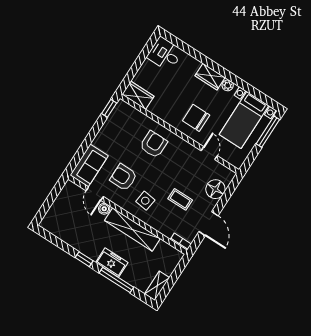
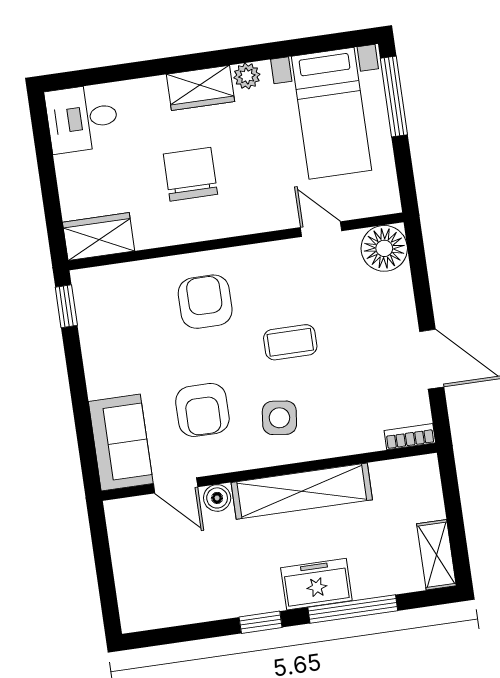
chair: (196, 118) -> (190, 174), moved, turned 90
armchair: (123, 177) -> (202, 410), turned -90
floor lamp: (215, 189) -> (384, 248), moved
coffee table: (180, 199) -> (290, 342), moved

